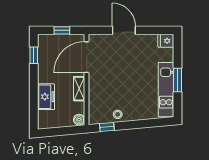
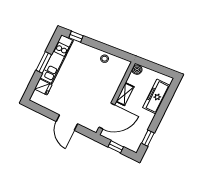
fridge: (166, 41) -> (43, 87), moved
freezer: (46, 97) -> (156, 97), width x1.40
window: (107, 127) -> (76, 37), moved

